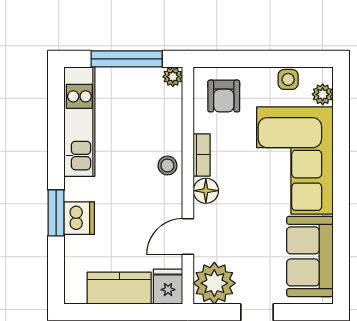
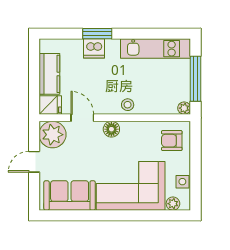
bookcase: (202, 155) -> (134, 127), removed

